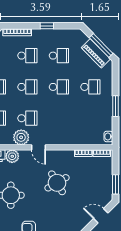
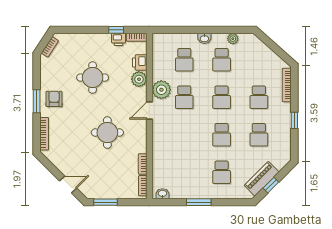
window: (101, 46) -> (271, 185), width x0.46
round table: (57, 183) -> (107, 133), turned 30
door: (101, 216) -> (68, 185), hinge flipped

